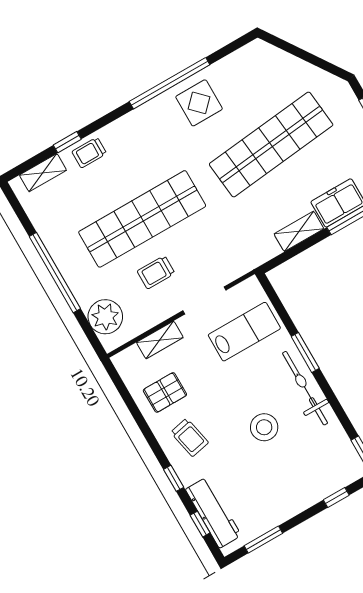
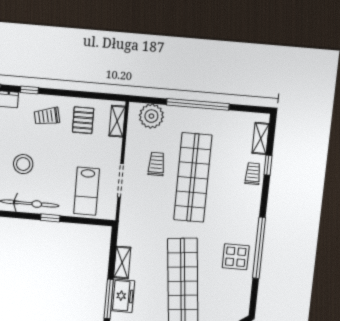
shelving: (160, 340) -> (117, 121), moved
window: (305, 352) -> (50, 218), width x0.67

